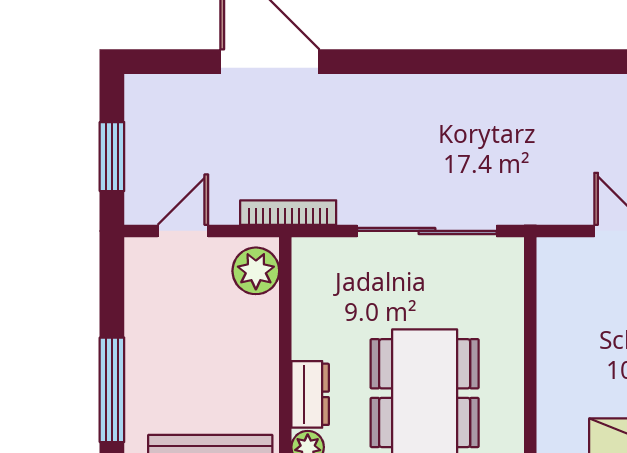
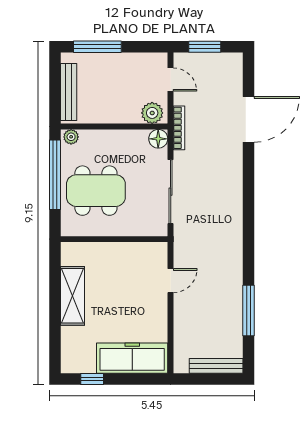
floor lamp: (312, 258) -> (158, 139), added
dresser: (310, 394) -> (95, 138), removed

